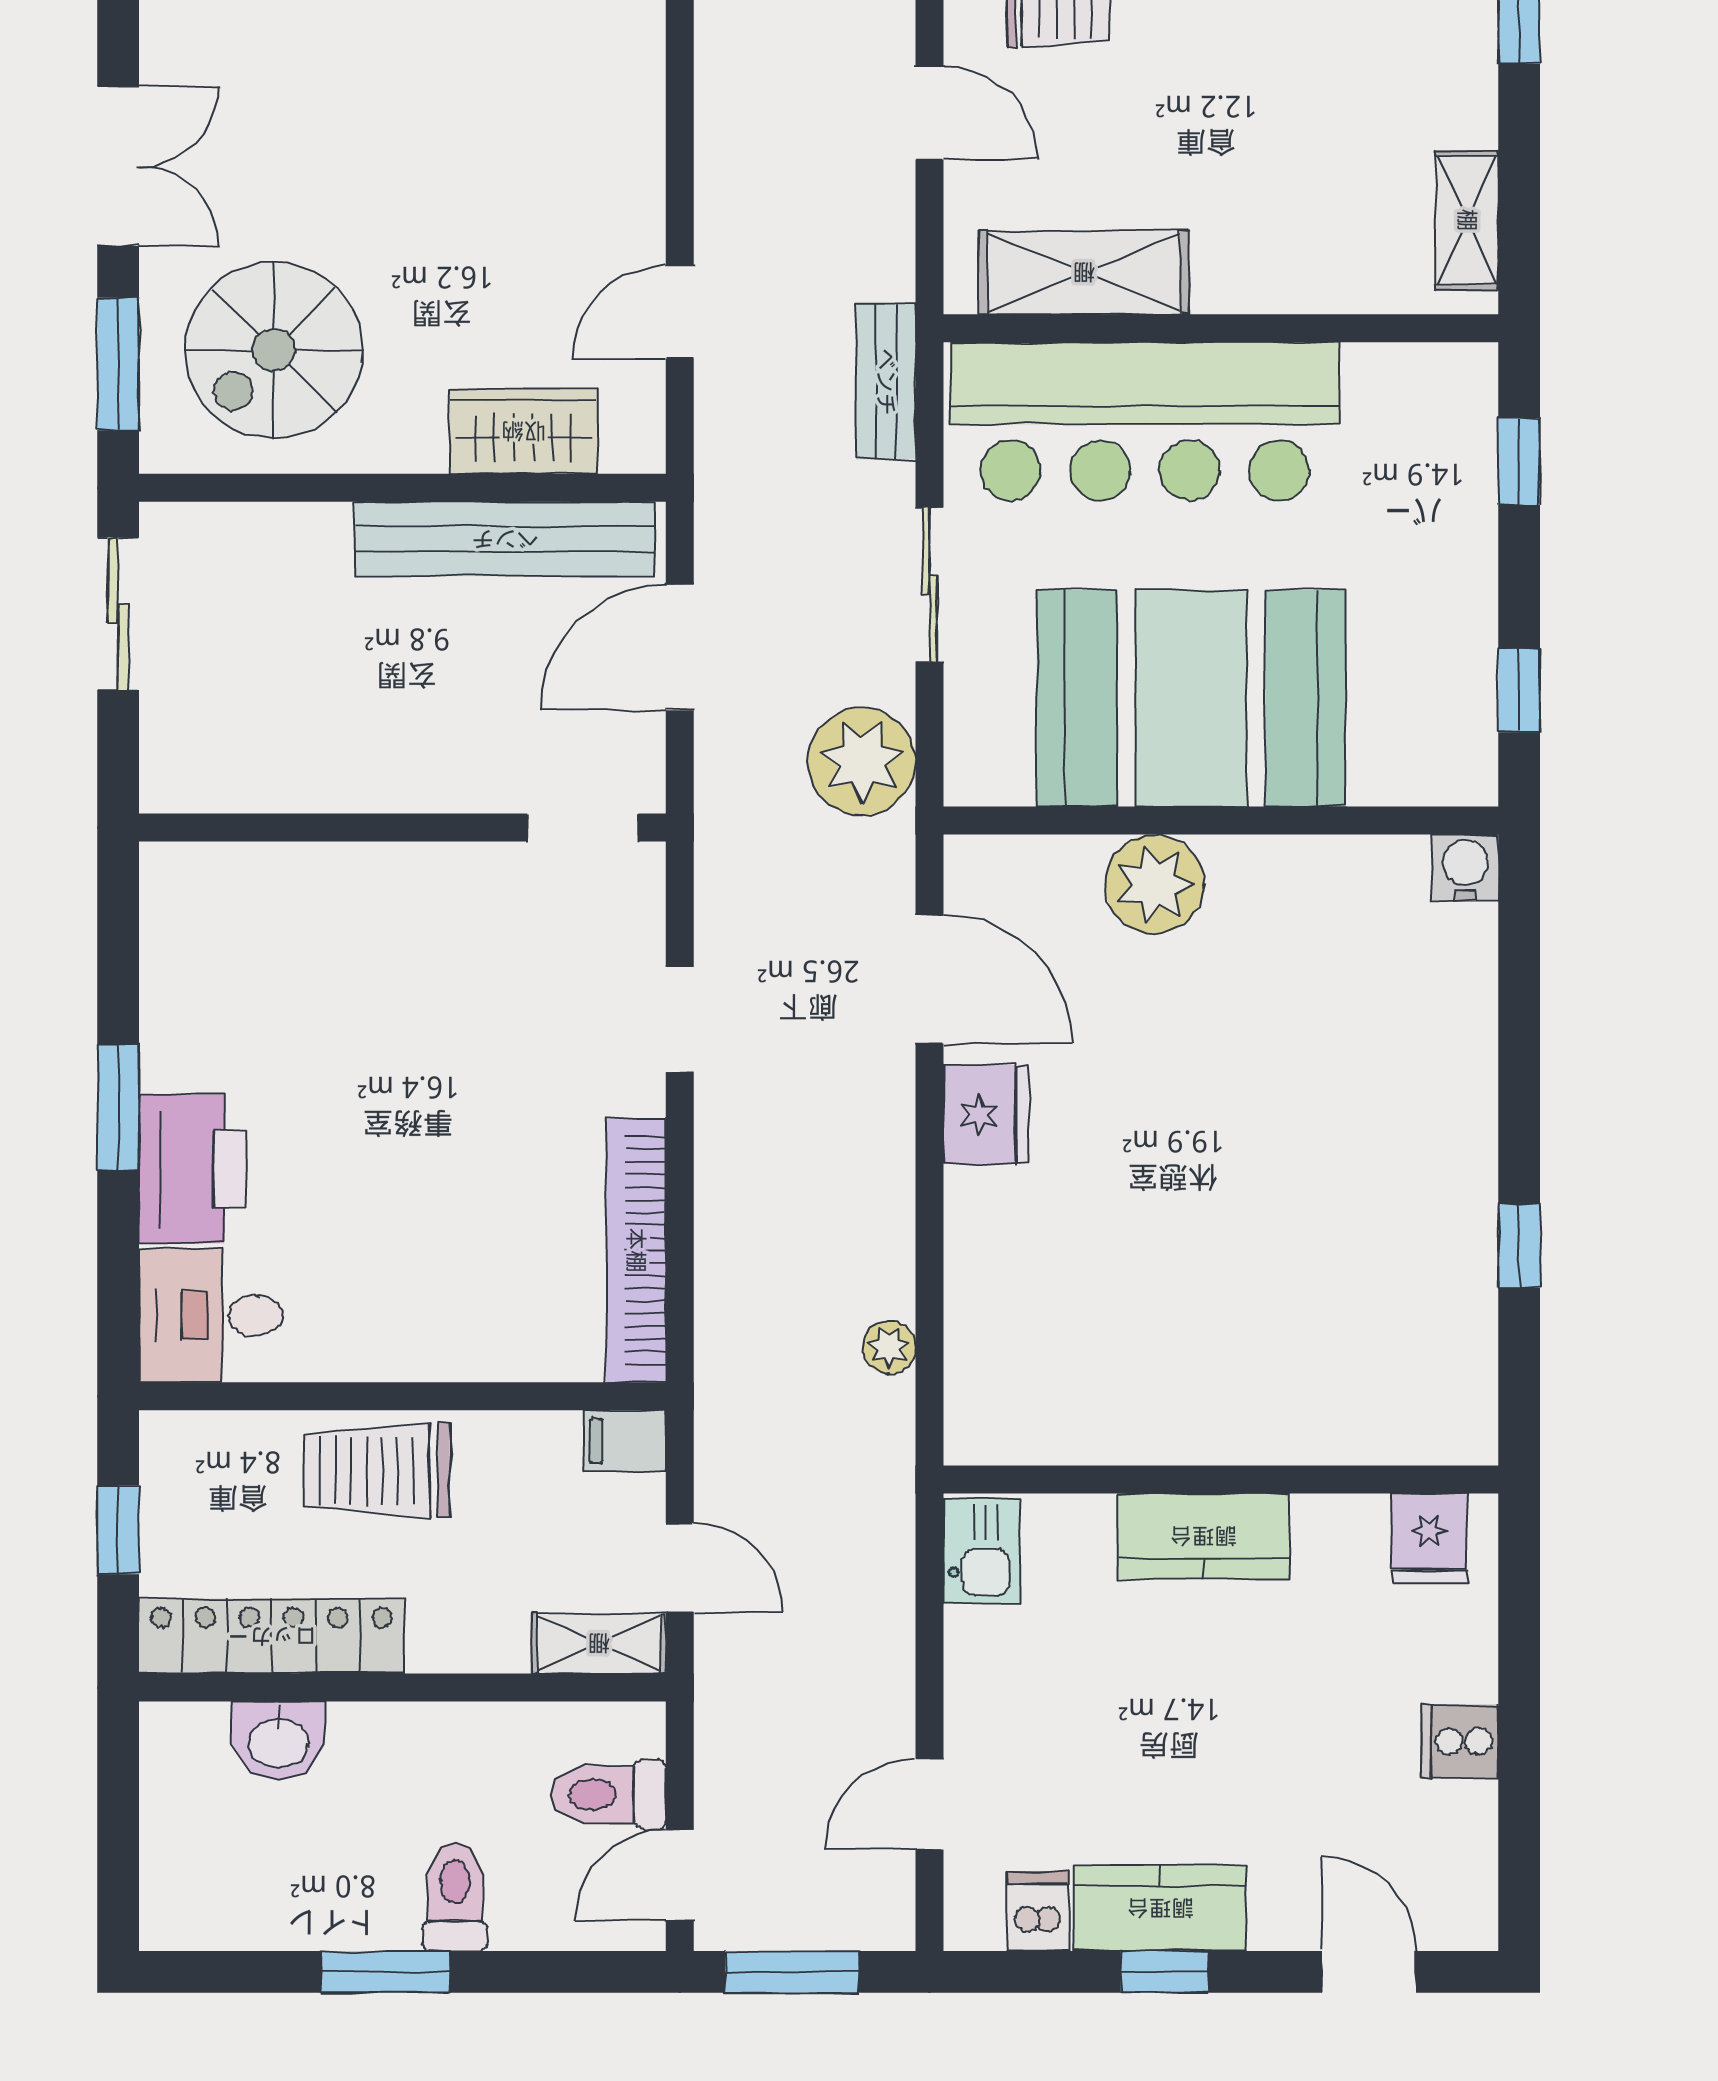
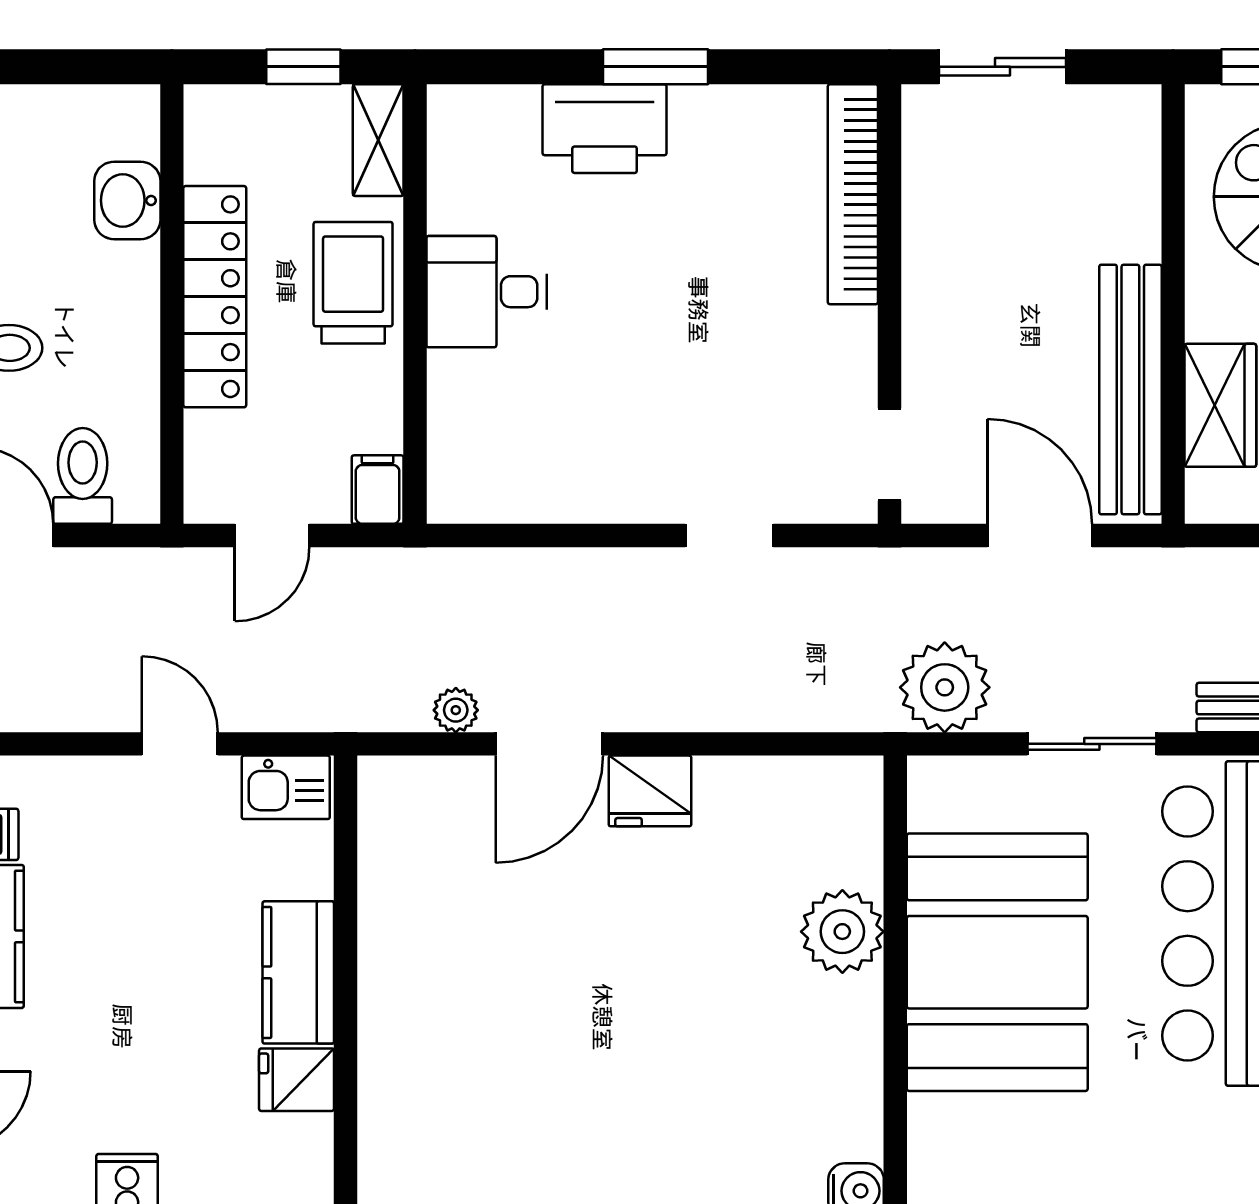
sliding door: (118, 614) -> (1002, 67), moved
door: (930, 979) -> (549, 744), moved
bookcase: (636, 1250) -> (853, 194), moved, turned -90
desk: (211, 1316) -> (487, 292), moved, turned -90
fridge: (1429, 1538) -> (297, 1080), moved
locker: (272, 1636) -> (215, 297), moved
shelving: (599, 1643) -> (378, 140), moved
door: (930, 1804) -> (180, 744), moved

